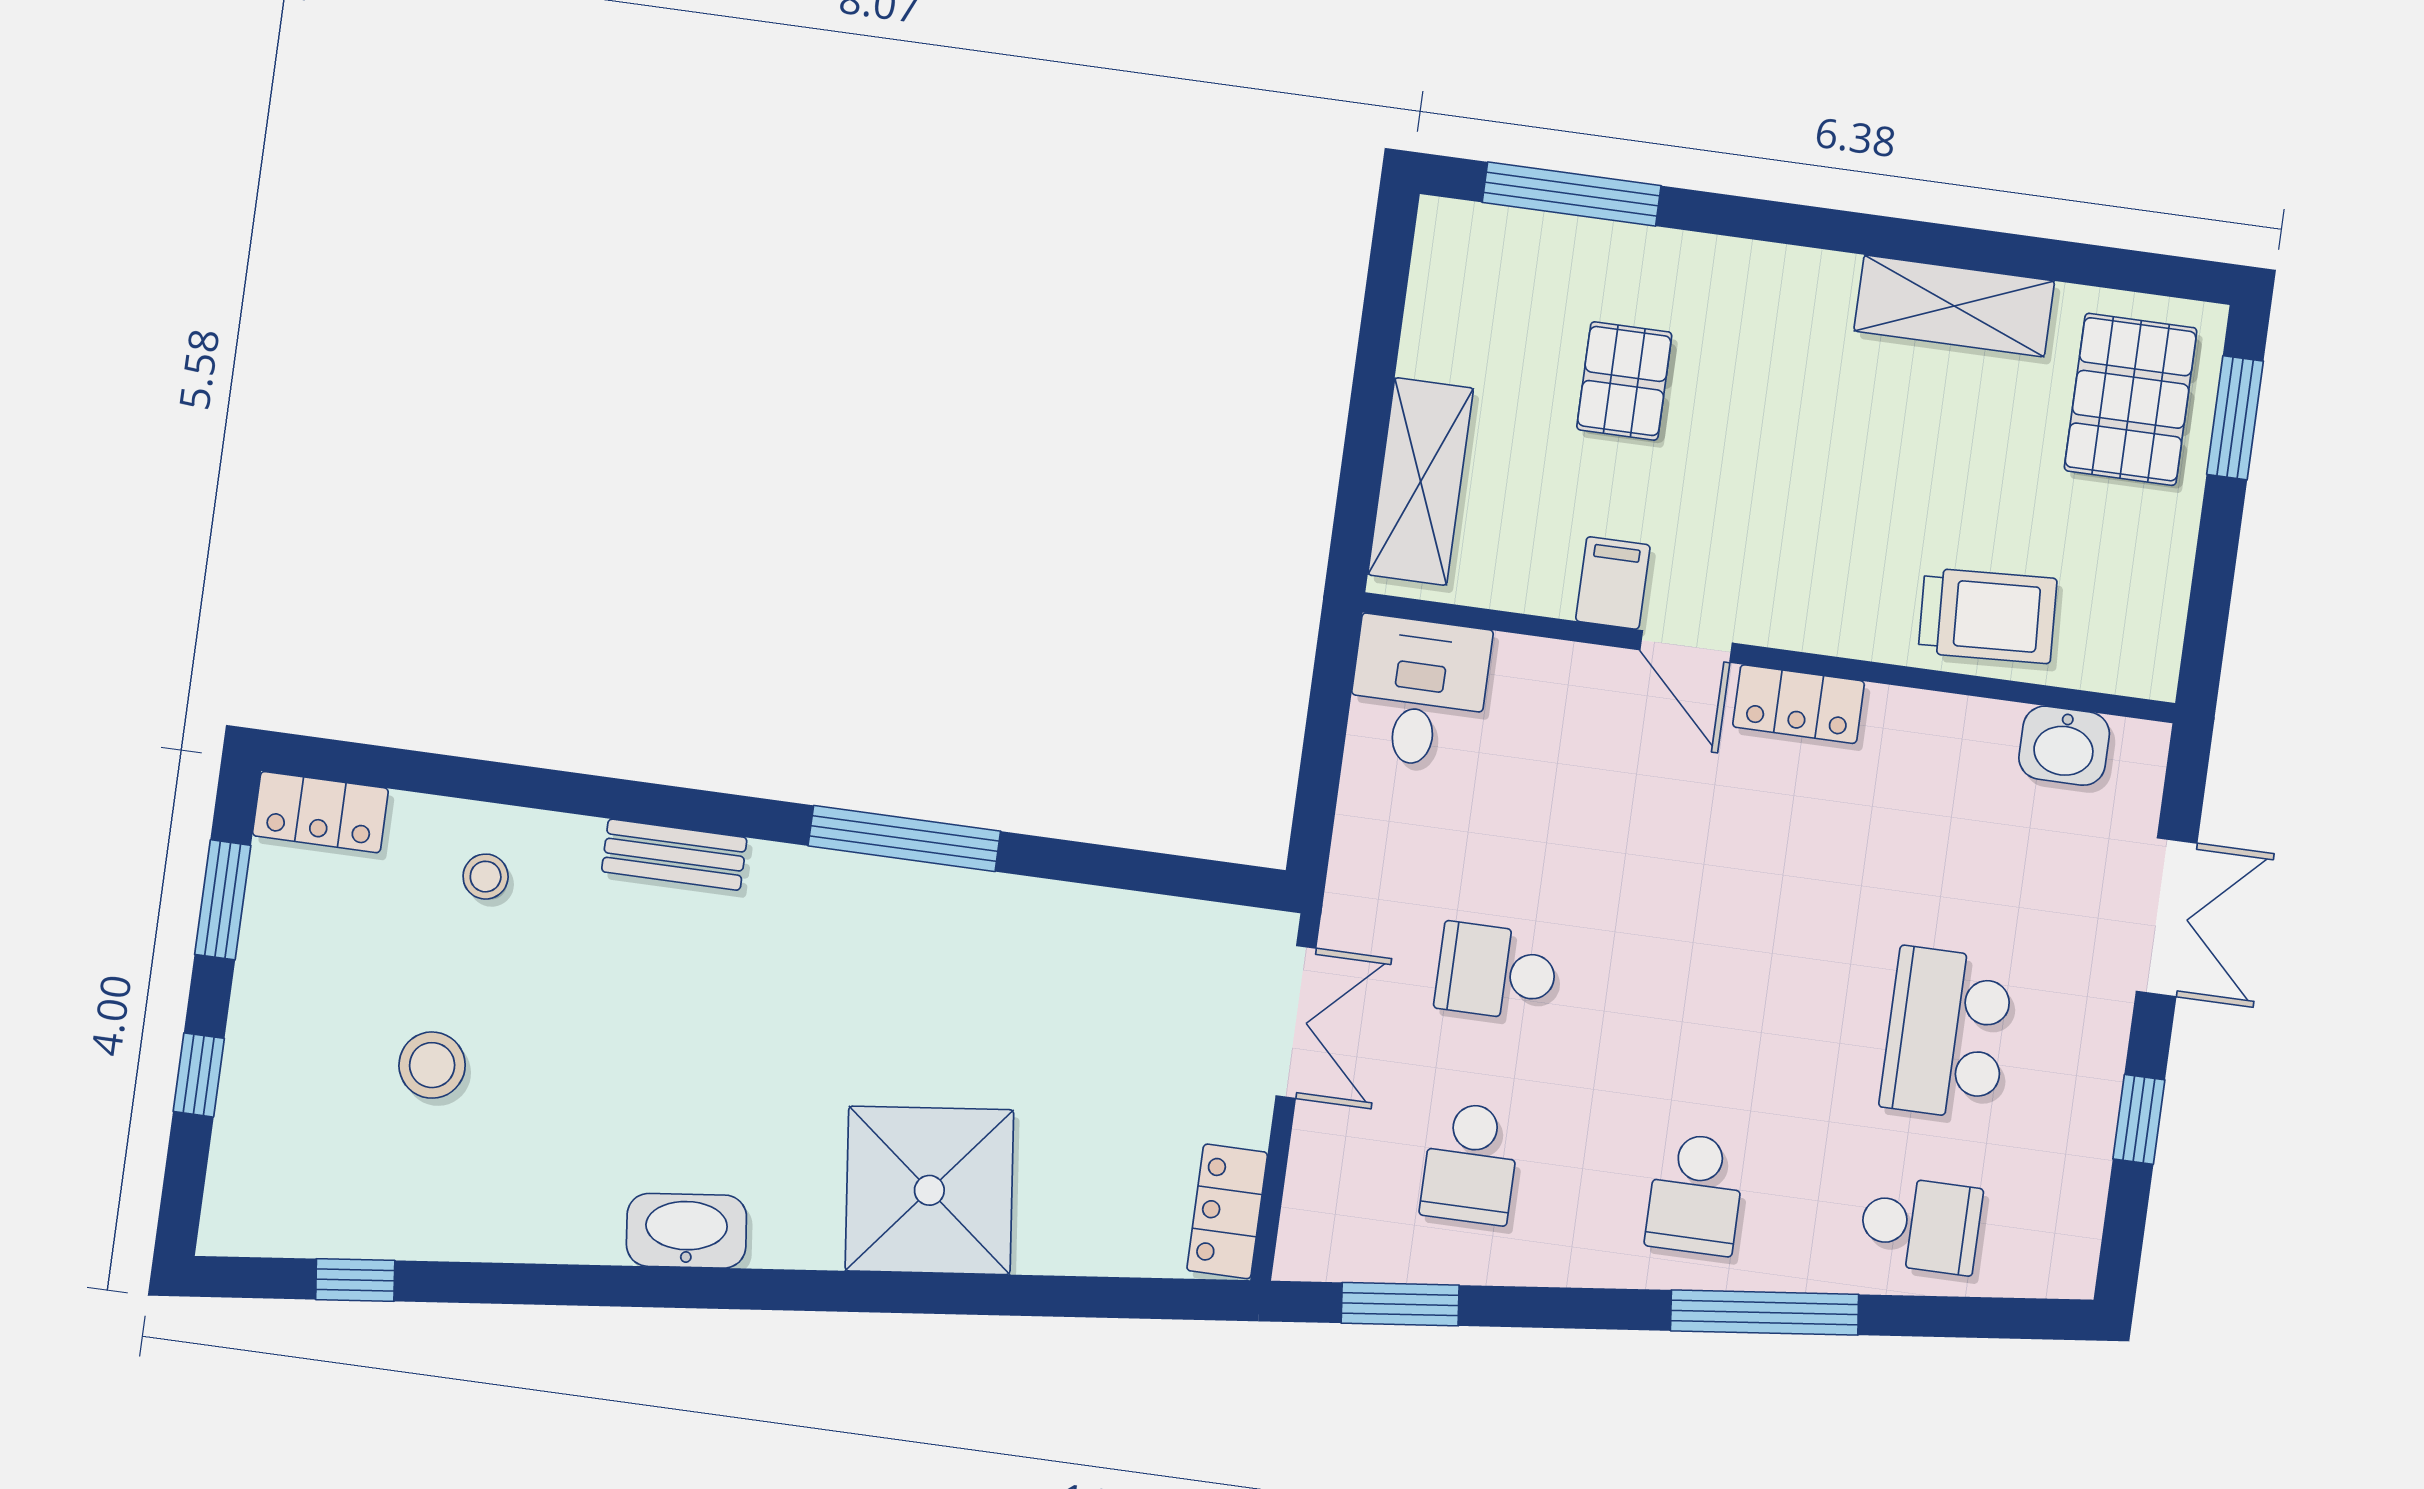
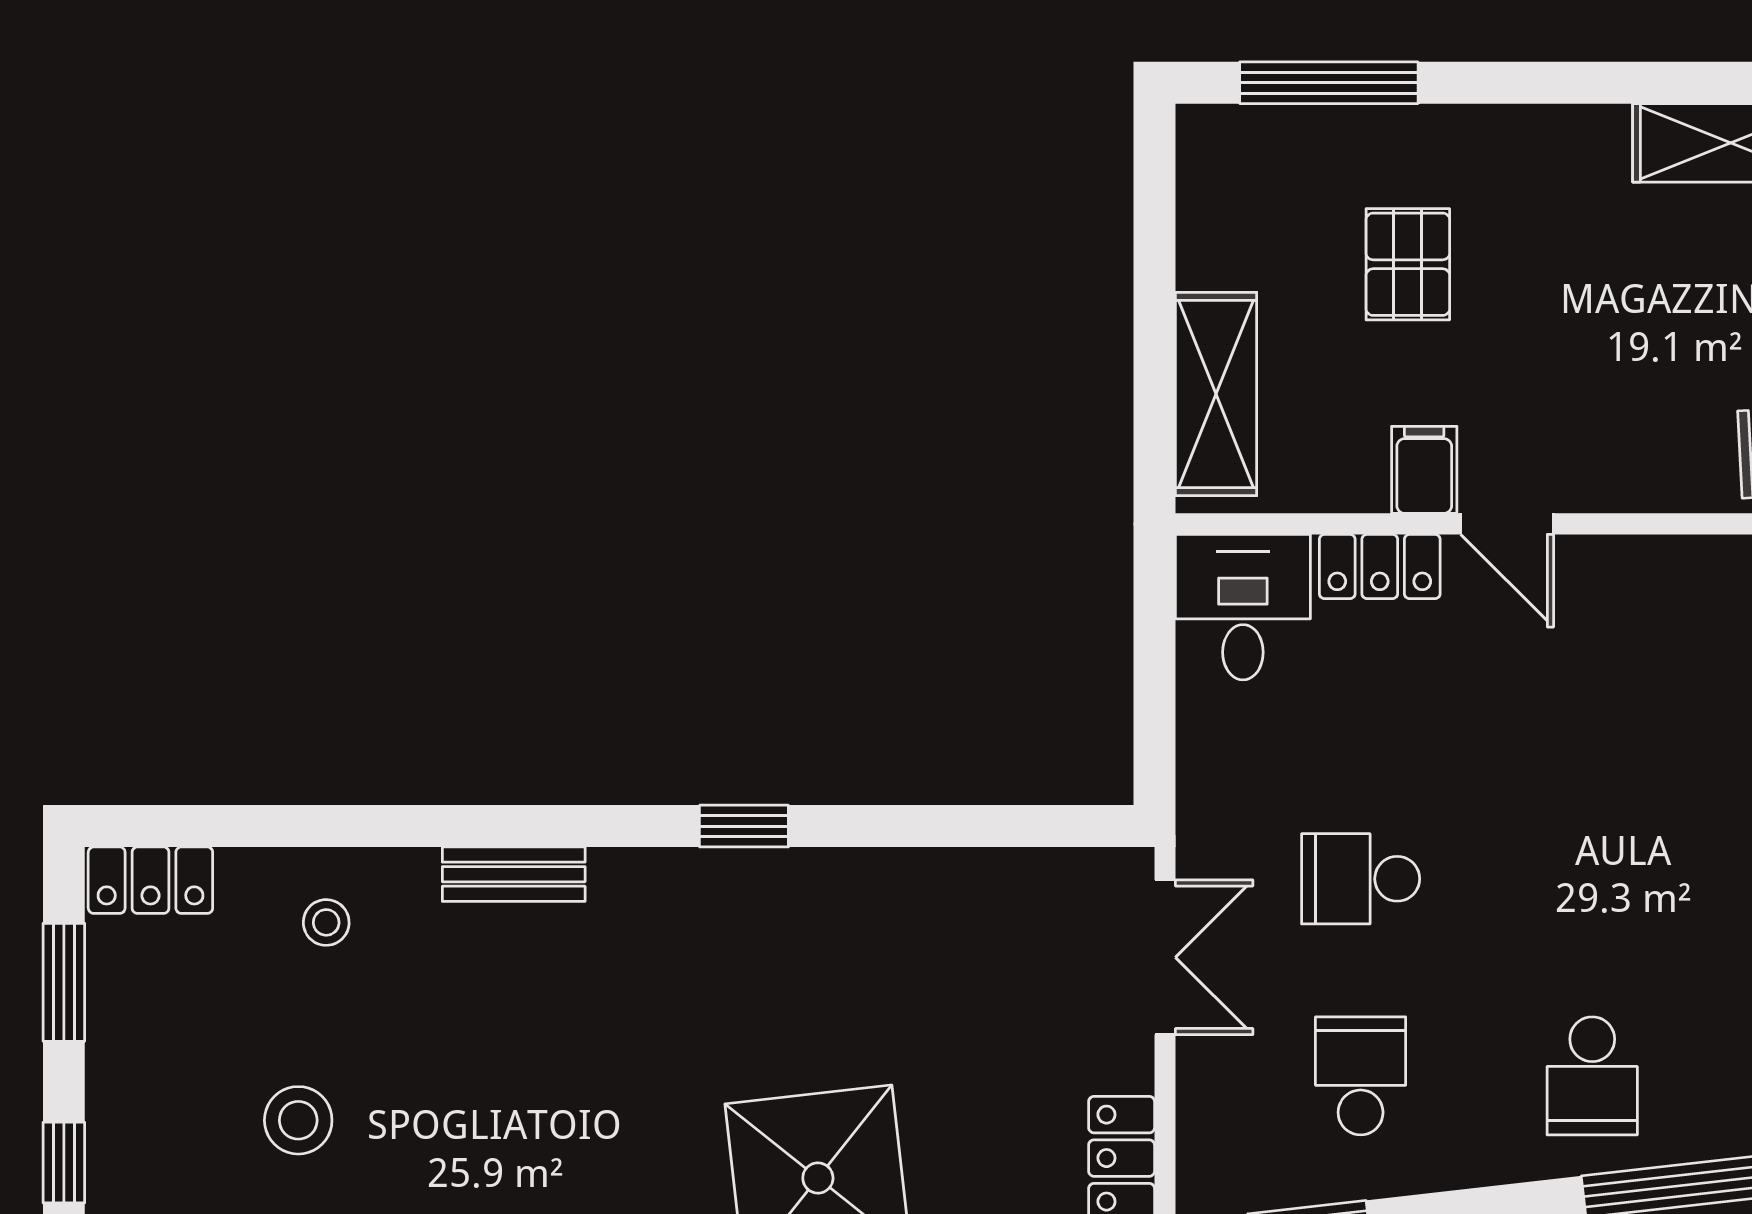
locker: (1799, 704) -> (1380, 567), moved
window: (904, 839) -> (744, 826), width x0.46
school desk: (1470, 1163) -> (1361, 1076), turned 180

